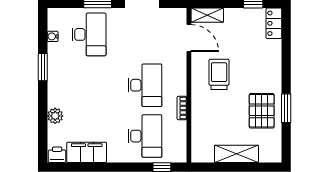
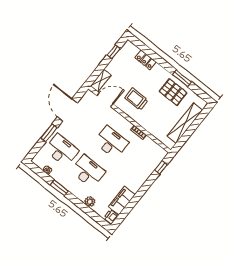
locker: (274, 23) -> (146, 60), moved
desk: (145, 136) -> (88, 171), moved
shelving: (236, 154) -> (185, 123), width x1.47

